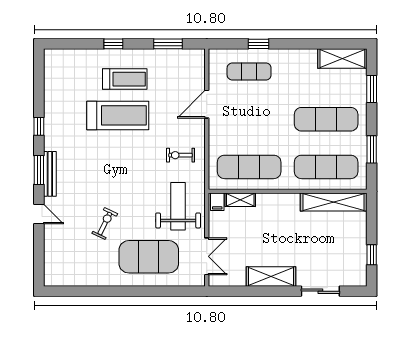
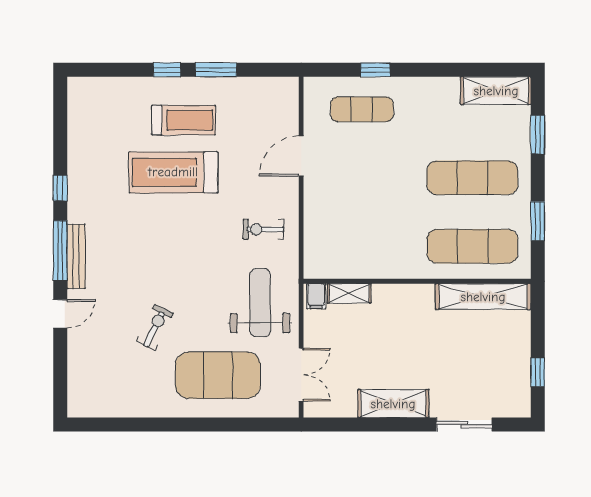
window: (168, 44) -> (216, 70), moved
treadmill: (118, 115) -> (173, 172), turned 180
exercise mat: (249, 167) -> (362, 246), removed
window: (39, 170) -> (60, 251), width x1.44
door: (39, 214) -> (60, 314), hinge flipped

